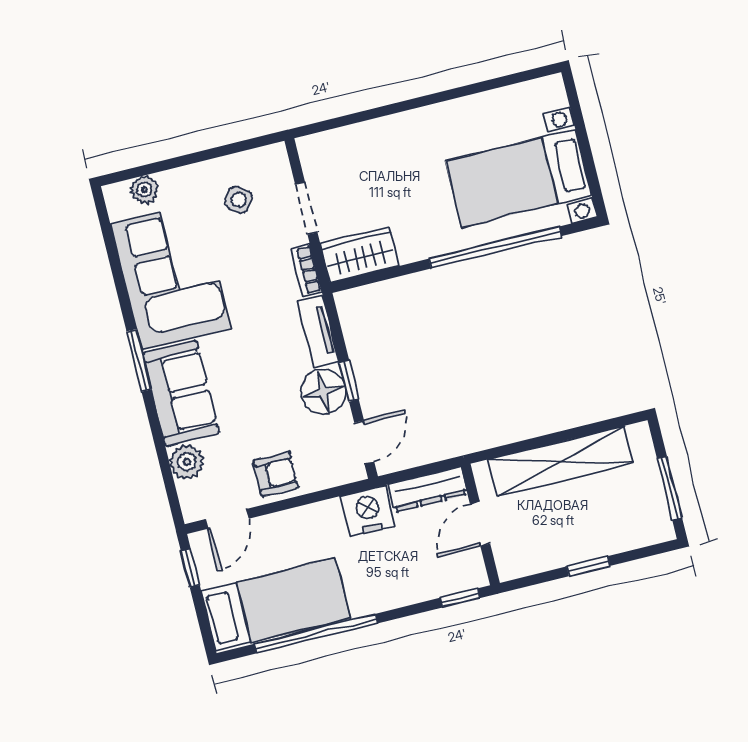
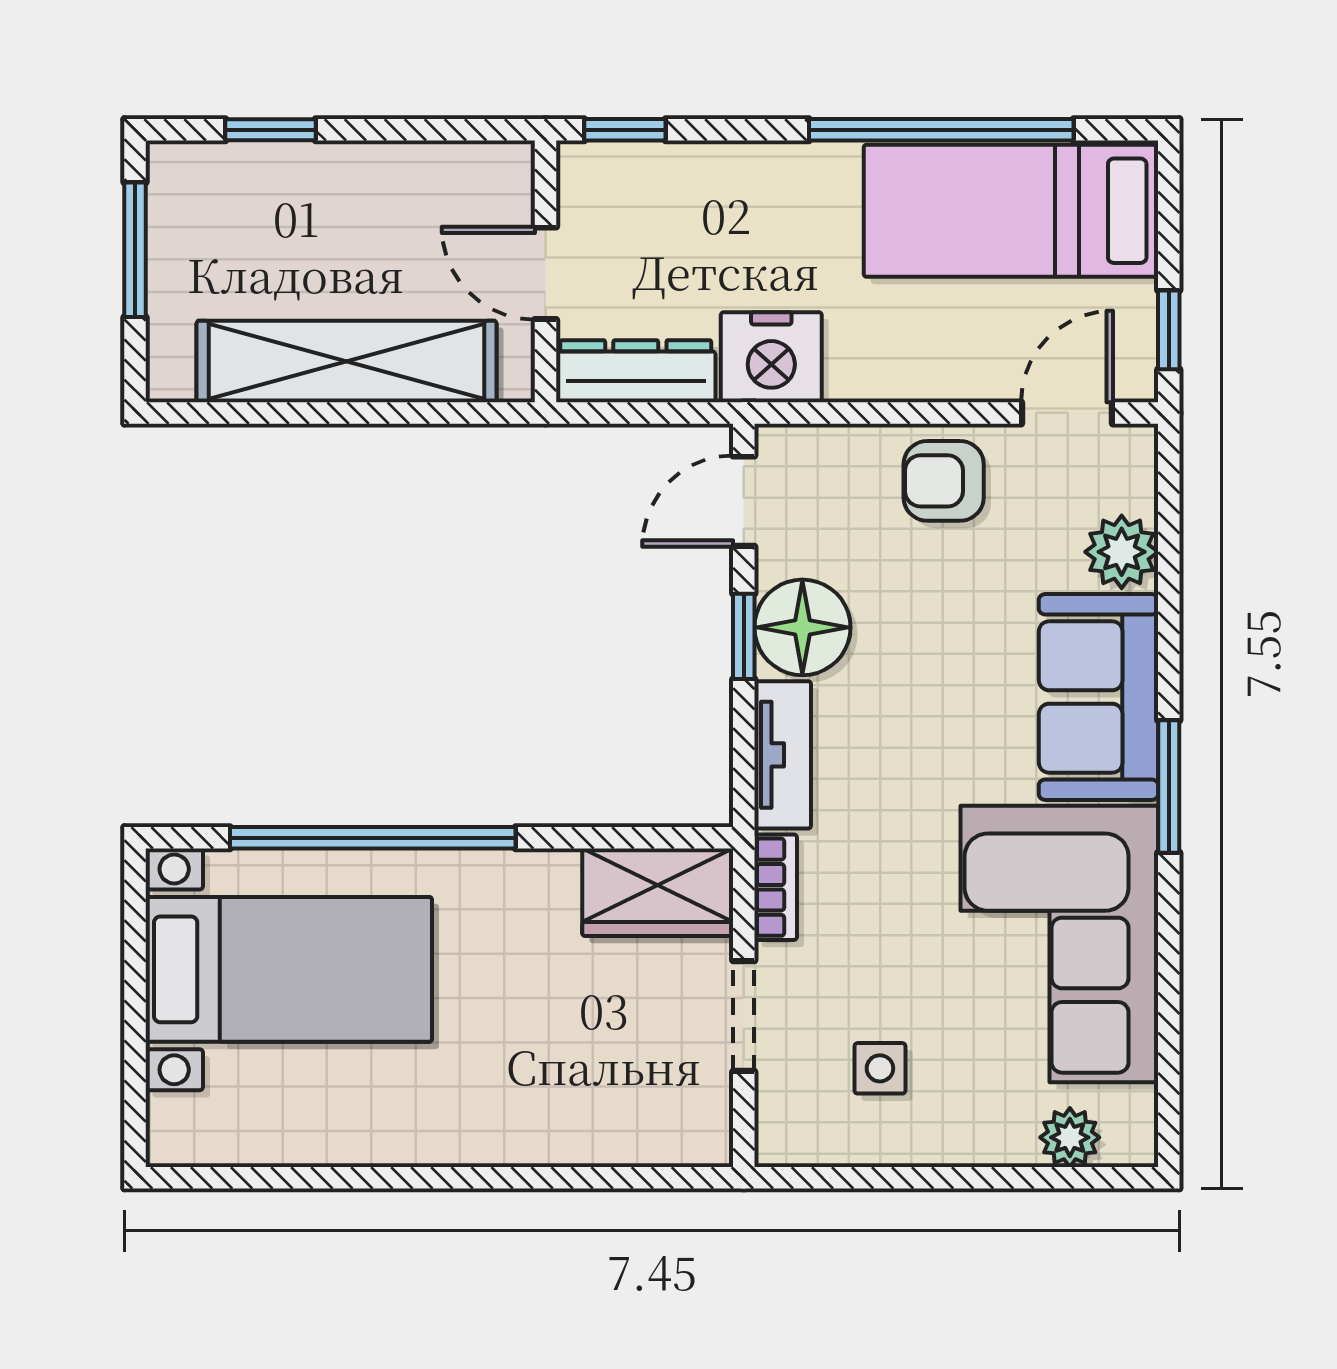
side table: (239, 200) -> (880, 1068), turned -37
door: (480, 524) -> (546, 273), swing flipped
window: (588, 566) -> (271, 130), moved

